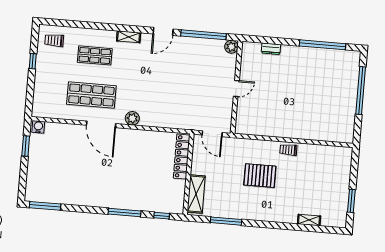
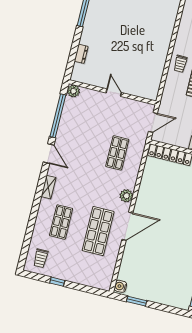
shop shelf: (175, 102) -> (117, 153), added
trolley: (288, 150) -> (180, 64), moved

